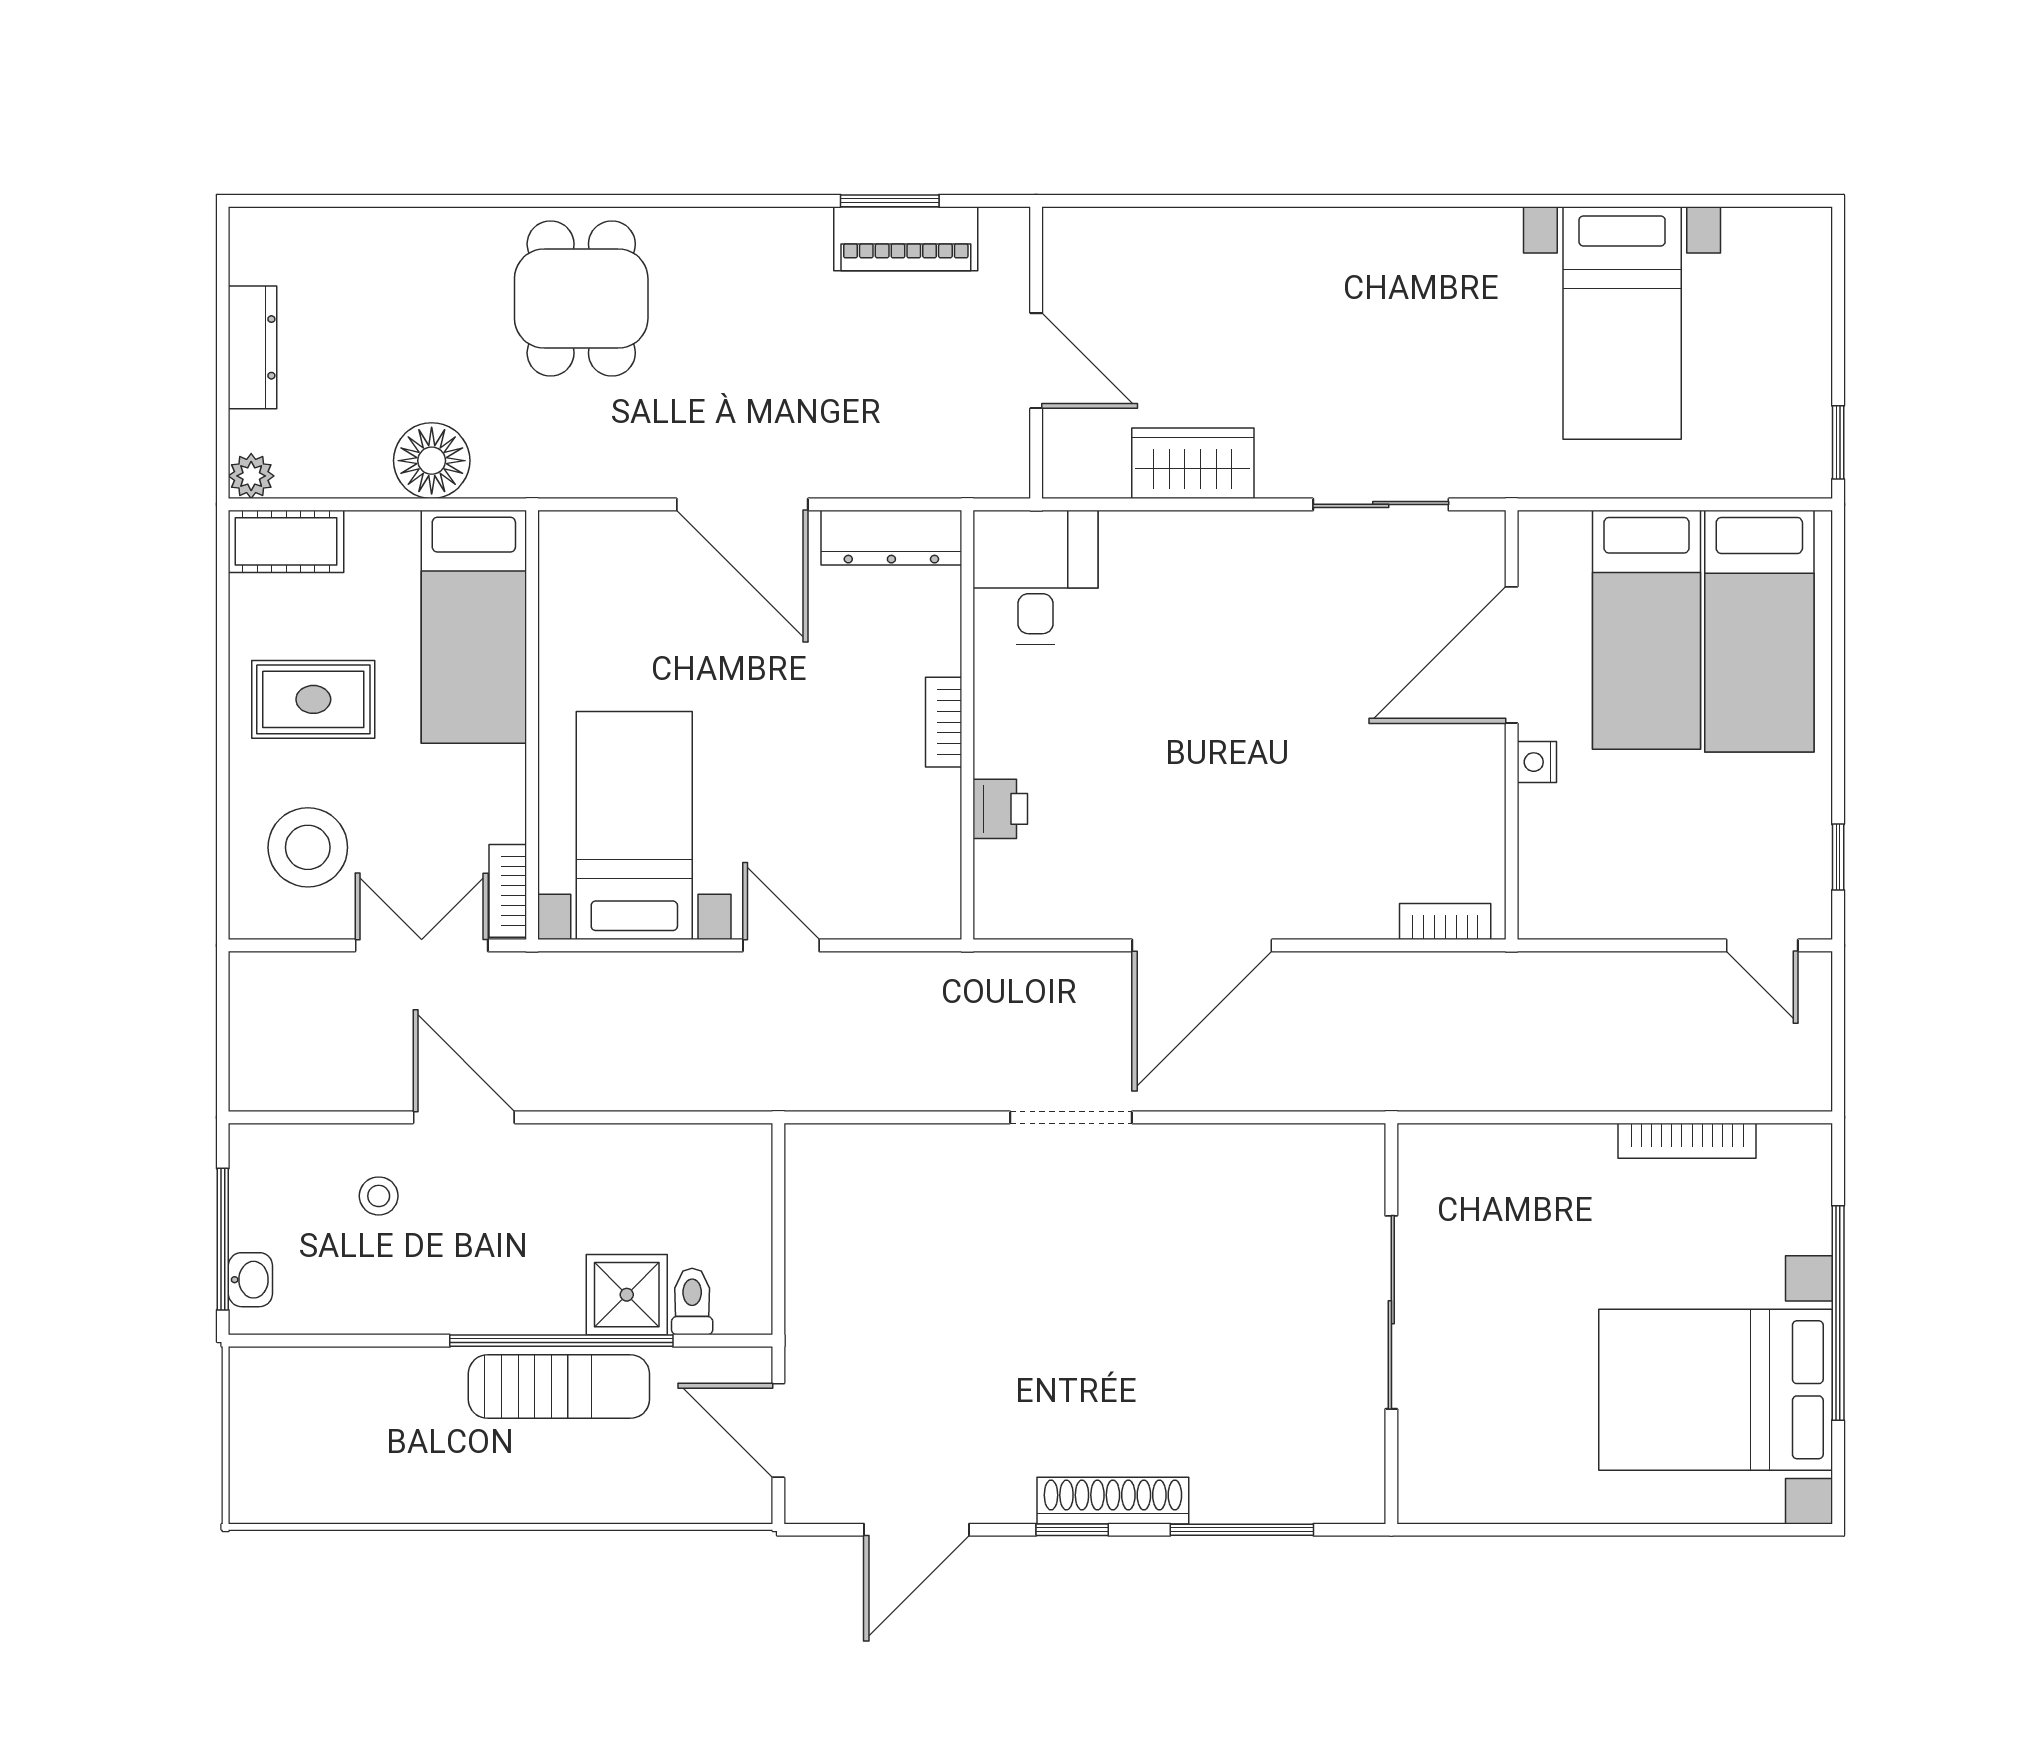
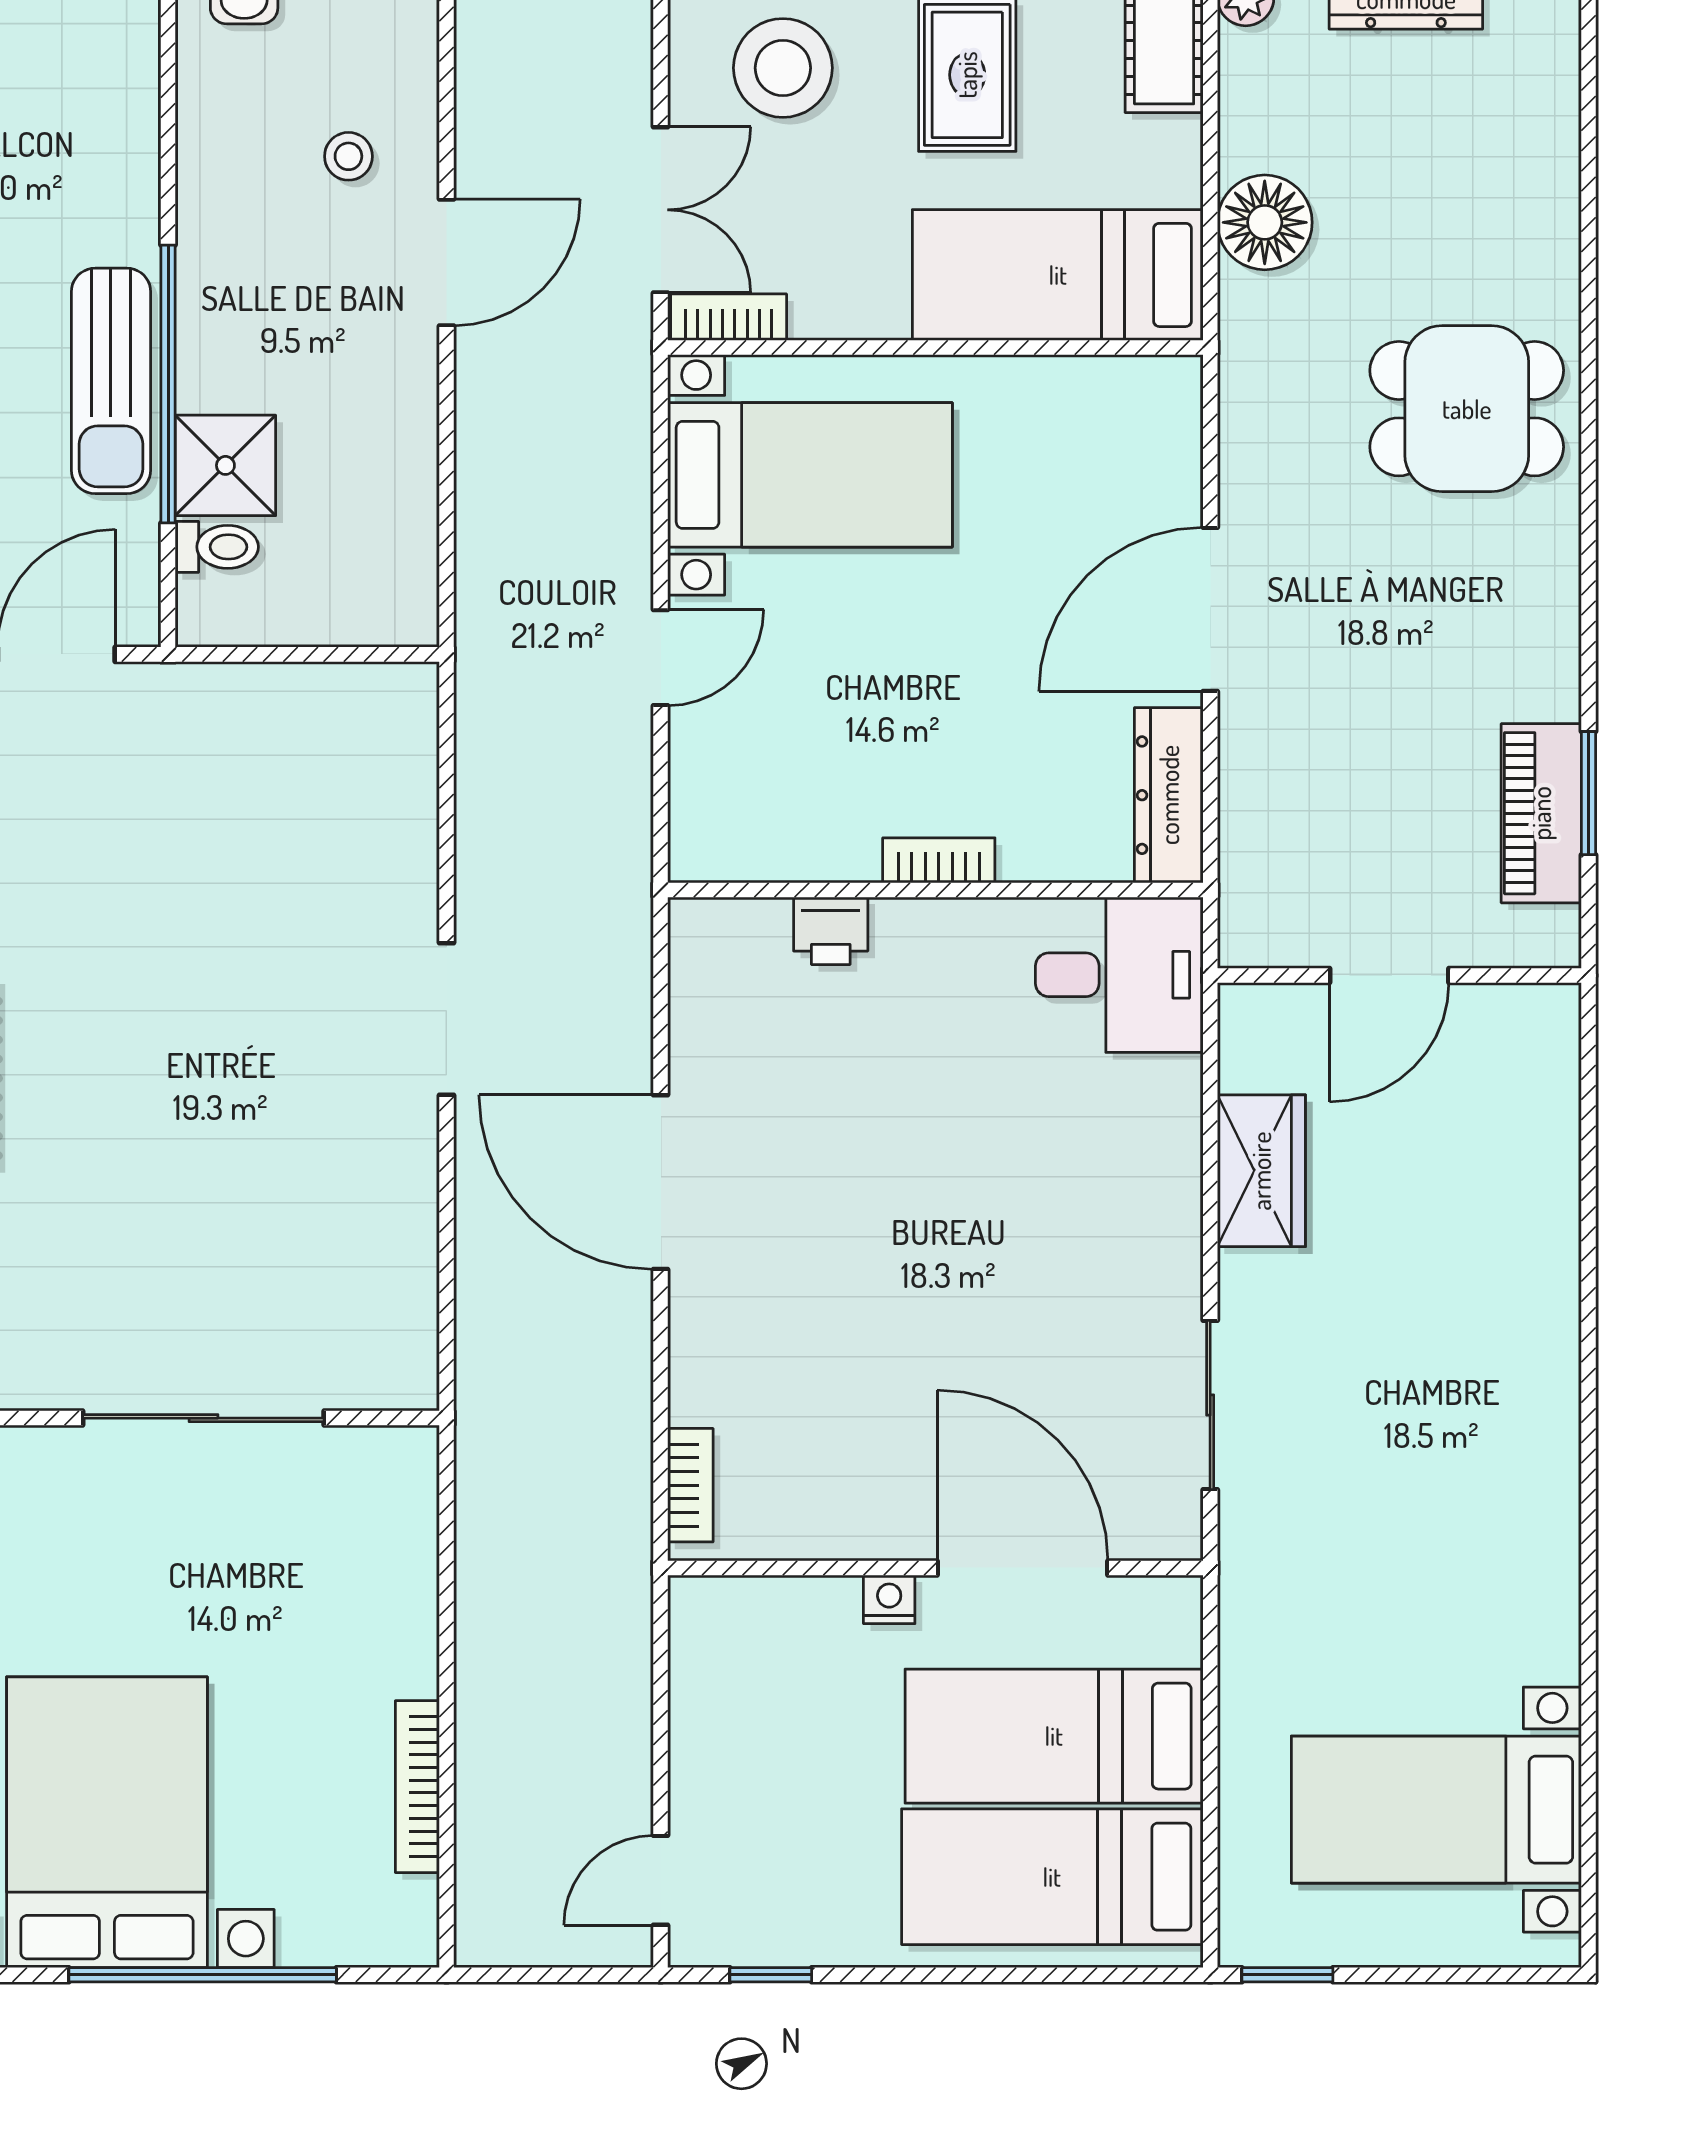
bed with nightstands: (1622, 323) -> (1436, 1810), moved

